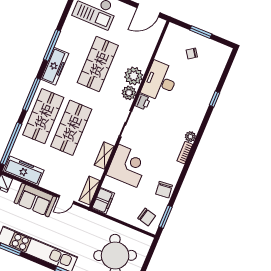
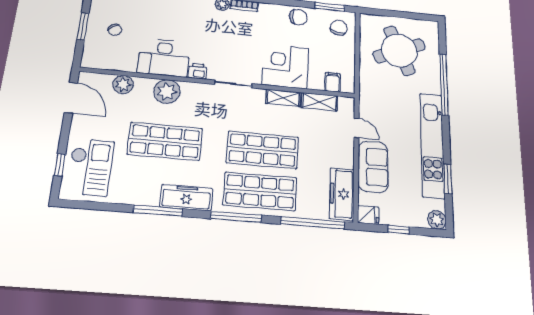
plant: (129, 93) -> (123, 85), moved
shelving: (89, 191) -> (319, 102), moved
filing cabinet: (103, 201) -> (332, 82), width x0.50

